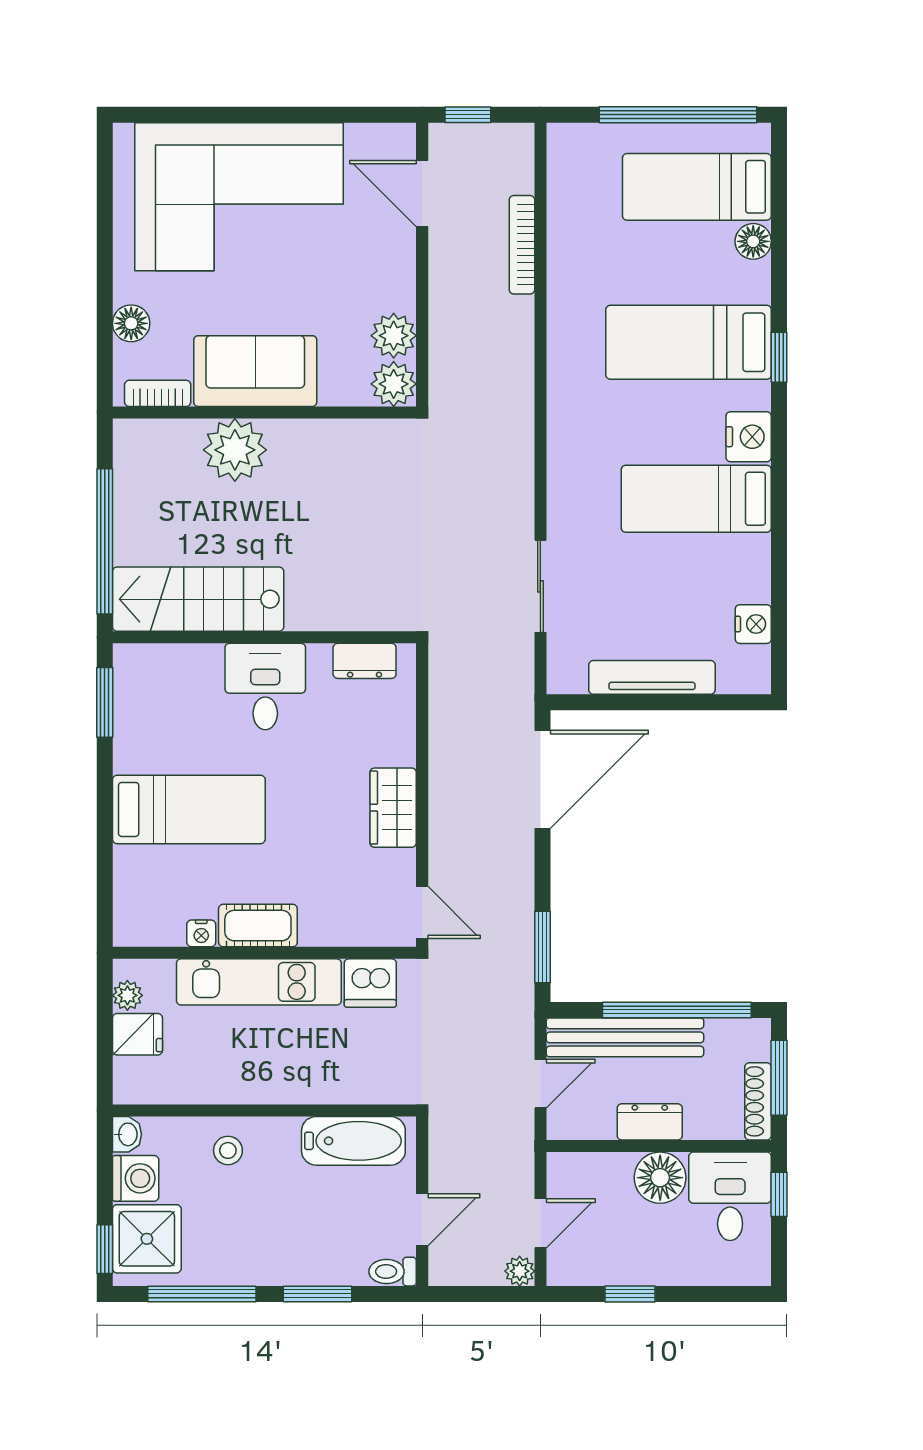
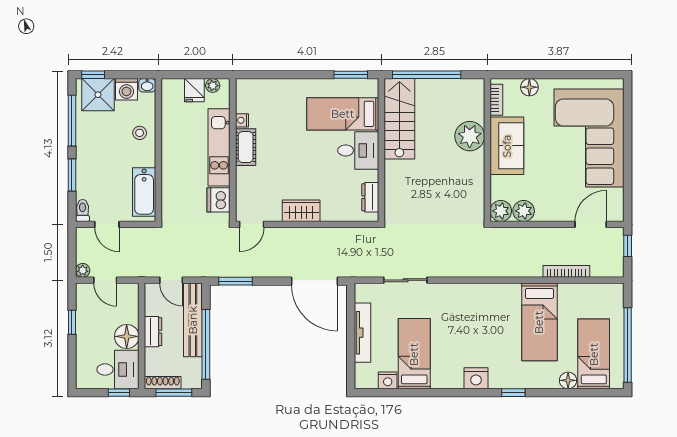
bed: (689, 342) -> (539, 322), moved, turned 180
bed: (696, 499) -> (414, 354), moved
bed: (189, 809) -> (343, 114), moved, turned 90

